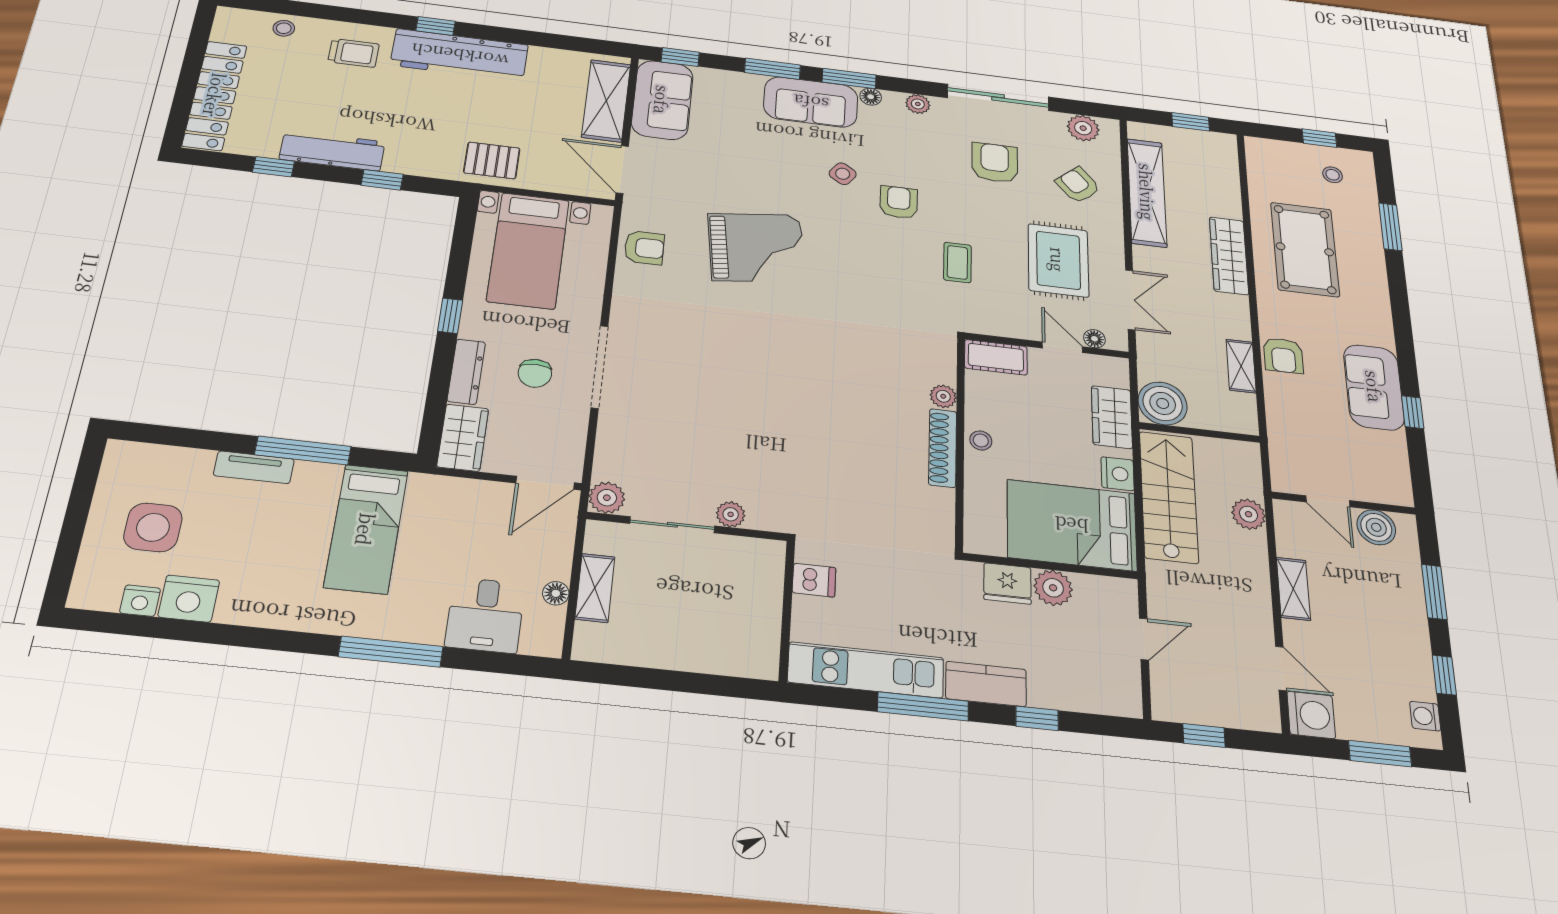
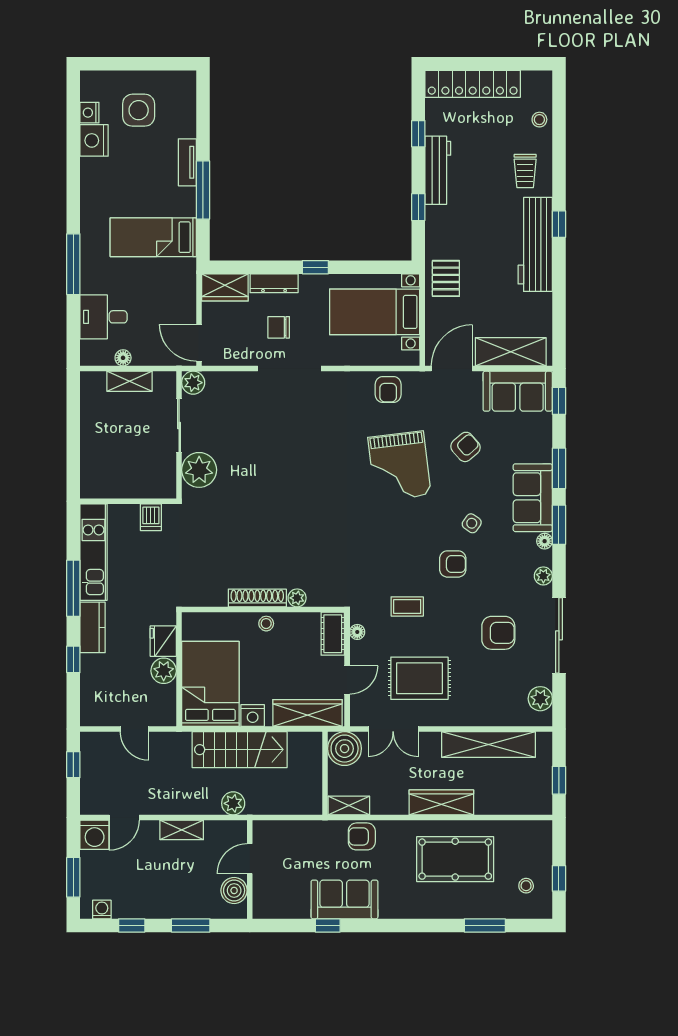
armchair: (1078, 185) -> (466, 447), moved
floor lamp: (1094, 339) -> (357, 632), moved
boiler: (1163, 403) -> (345, 749), moved
wardrobe: (1112, 417) -> (308, 713), width x1.50
wall: (1200, 432) -> (325, 773), moved
plant: (731, 514) -> (199, 470), width x1.87, depth x1.87

